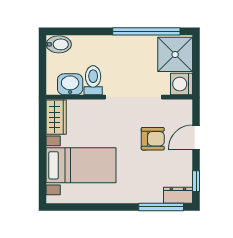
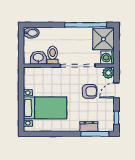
plant: (183, 109) -> (108, 73), added
wardrobe: (56, 117) -> (30, 78), removed
dresser: (178, 195) -> (89, 126), moved

